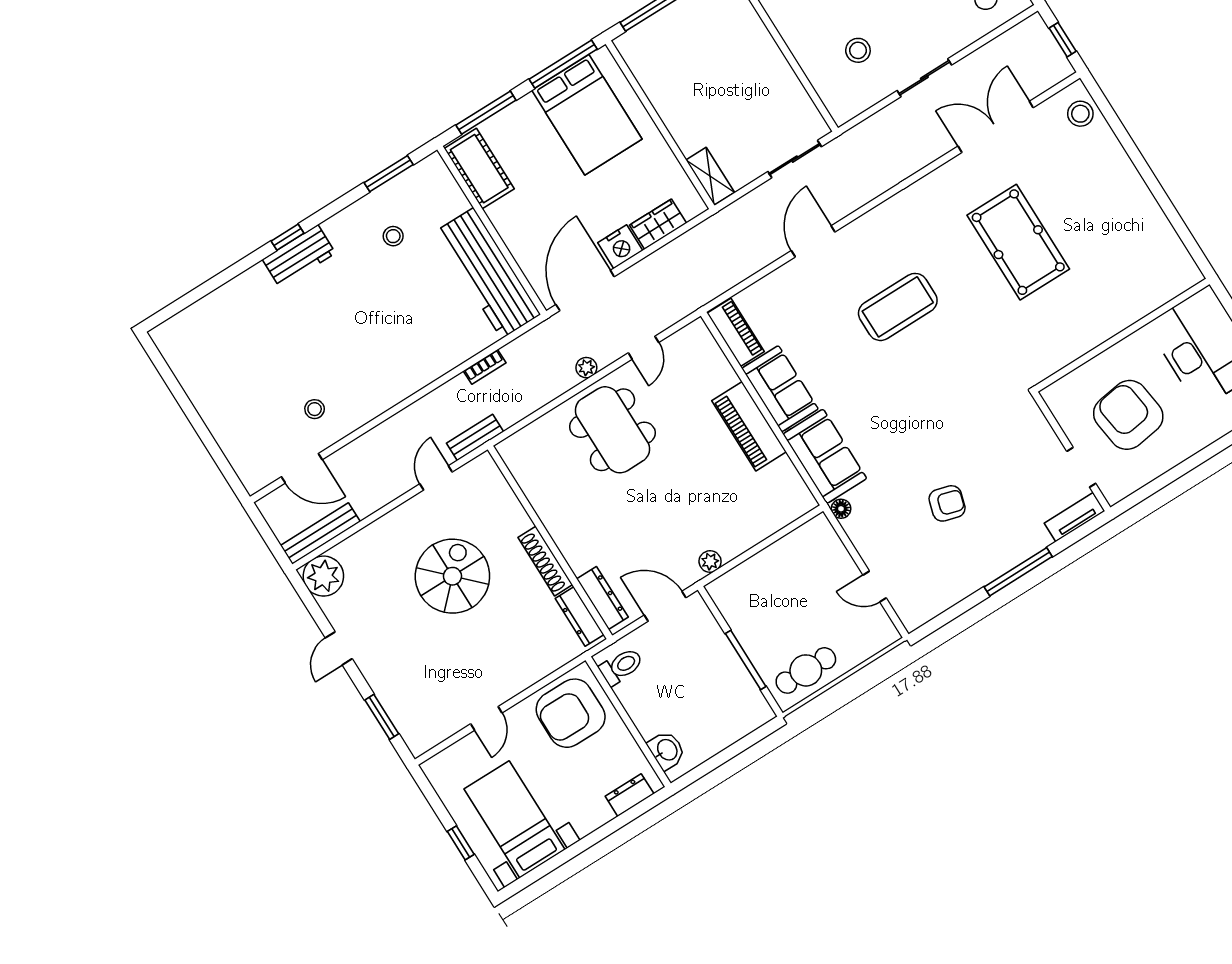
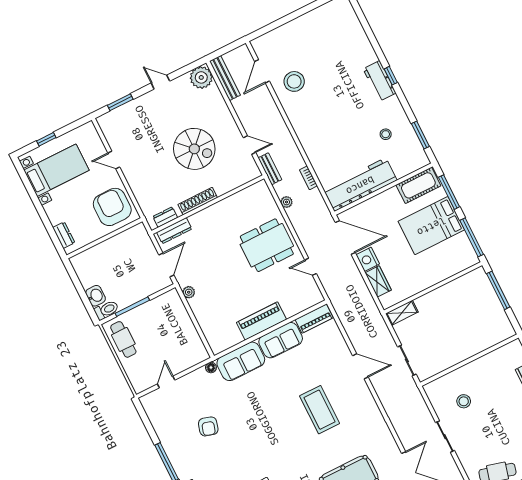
bed: (587, 115) -> (431, 226), moved
plant: (586, 368) -> (286, 202), moved
stool: (315, 409) -> (294, 81), width x1.89, depth x1.89
dresser: (580, 616) -> (165, 217), width x0.70
toilet: (621, 666) -> (106, 310), moved, turned -90
washbasin: (667, 750) -> (96, 296), moved, turned -90

